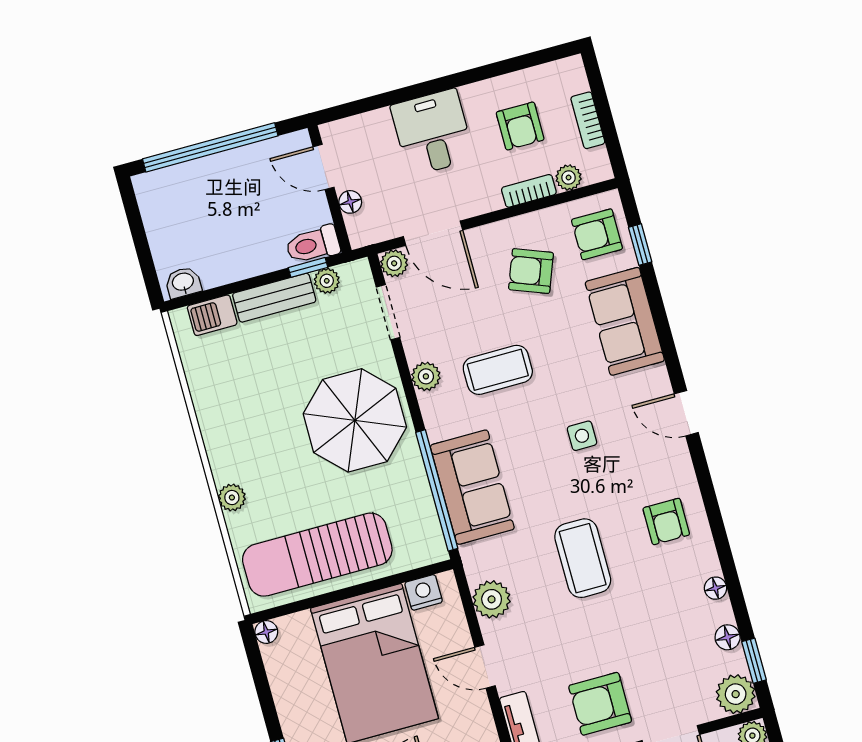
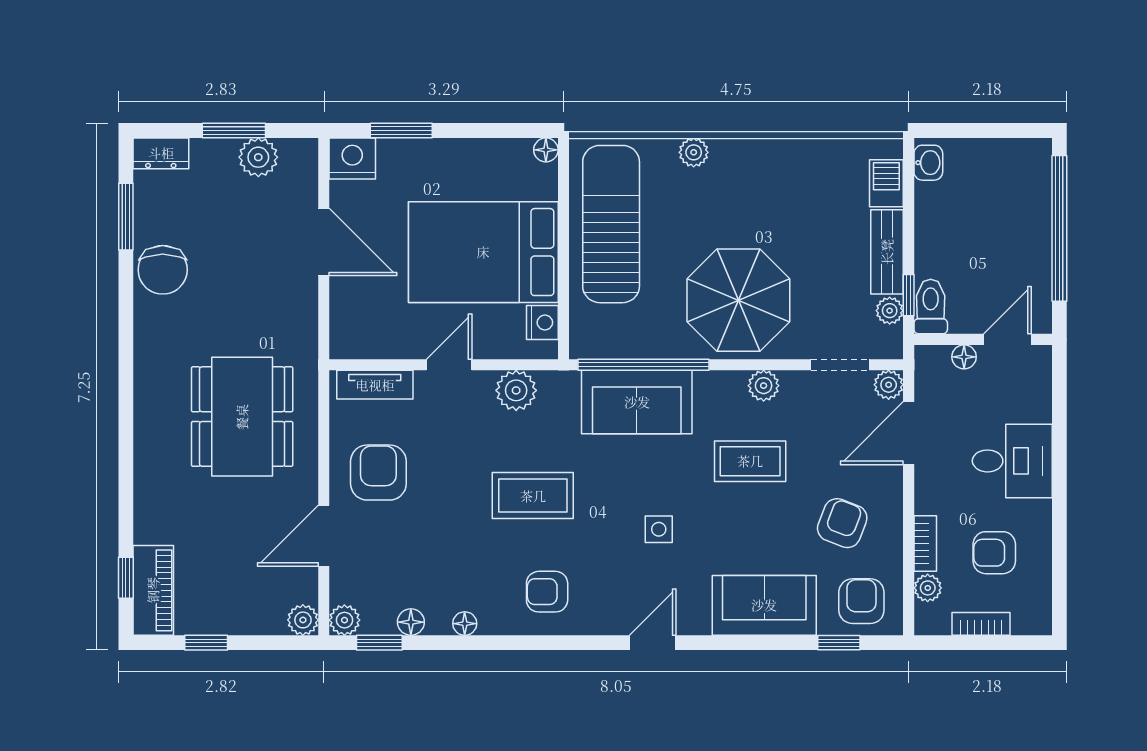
coffee table: (498, 370) -> (750, 461), turned 90
plant: (736, 694) -> (344, 620), width x0.73, depth x0.73

